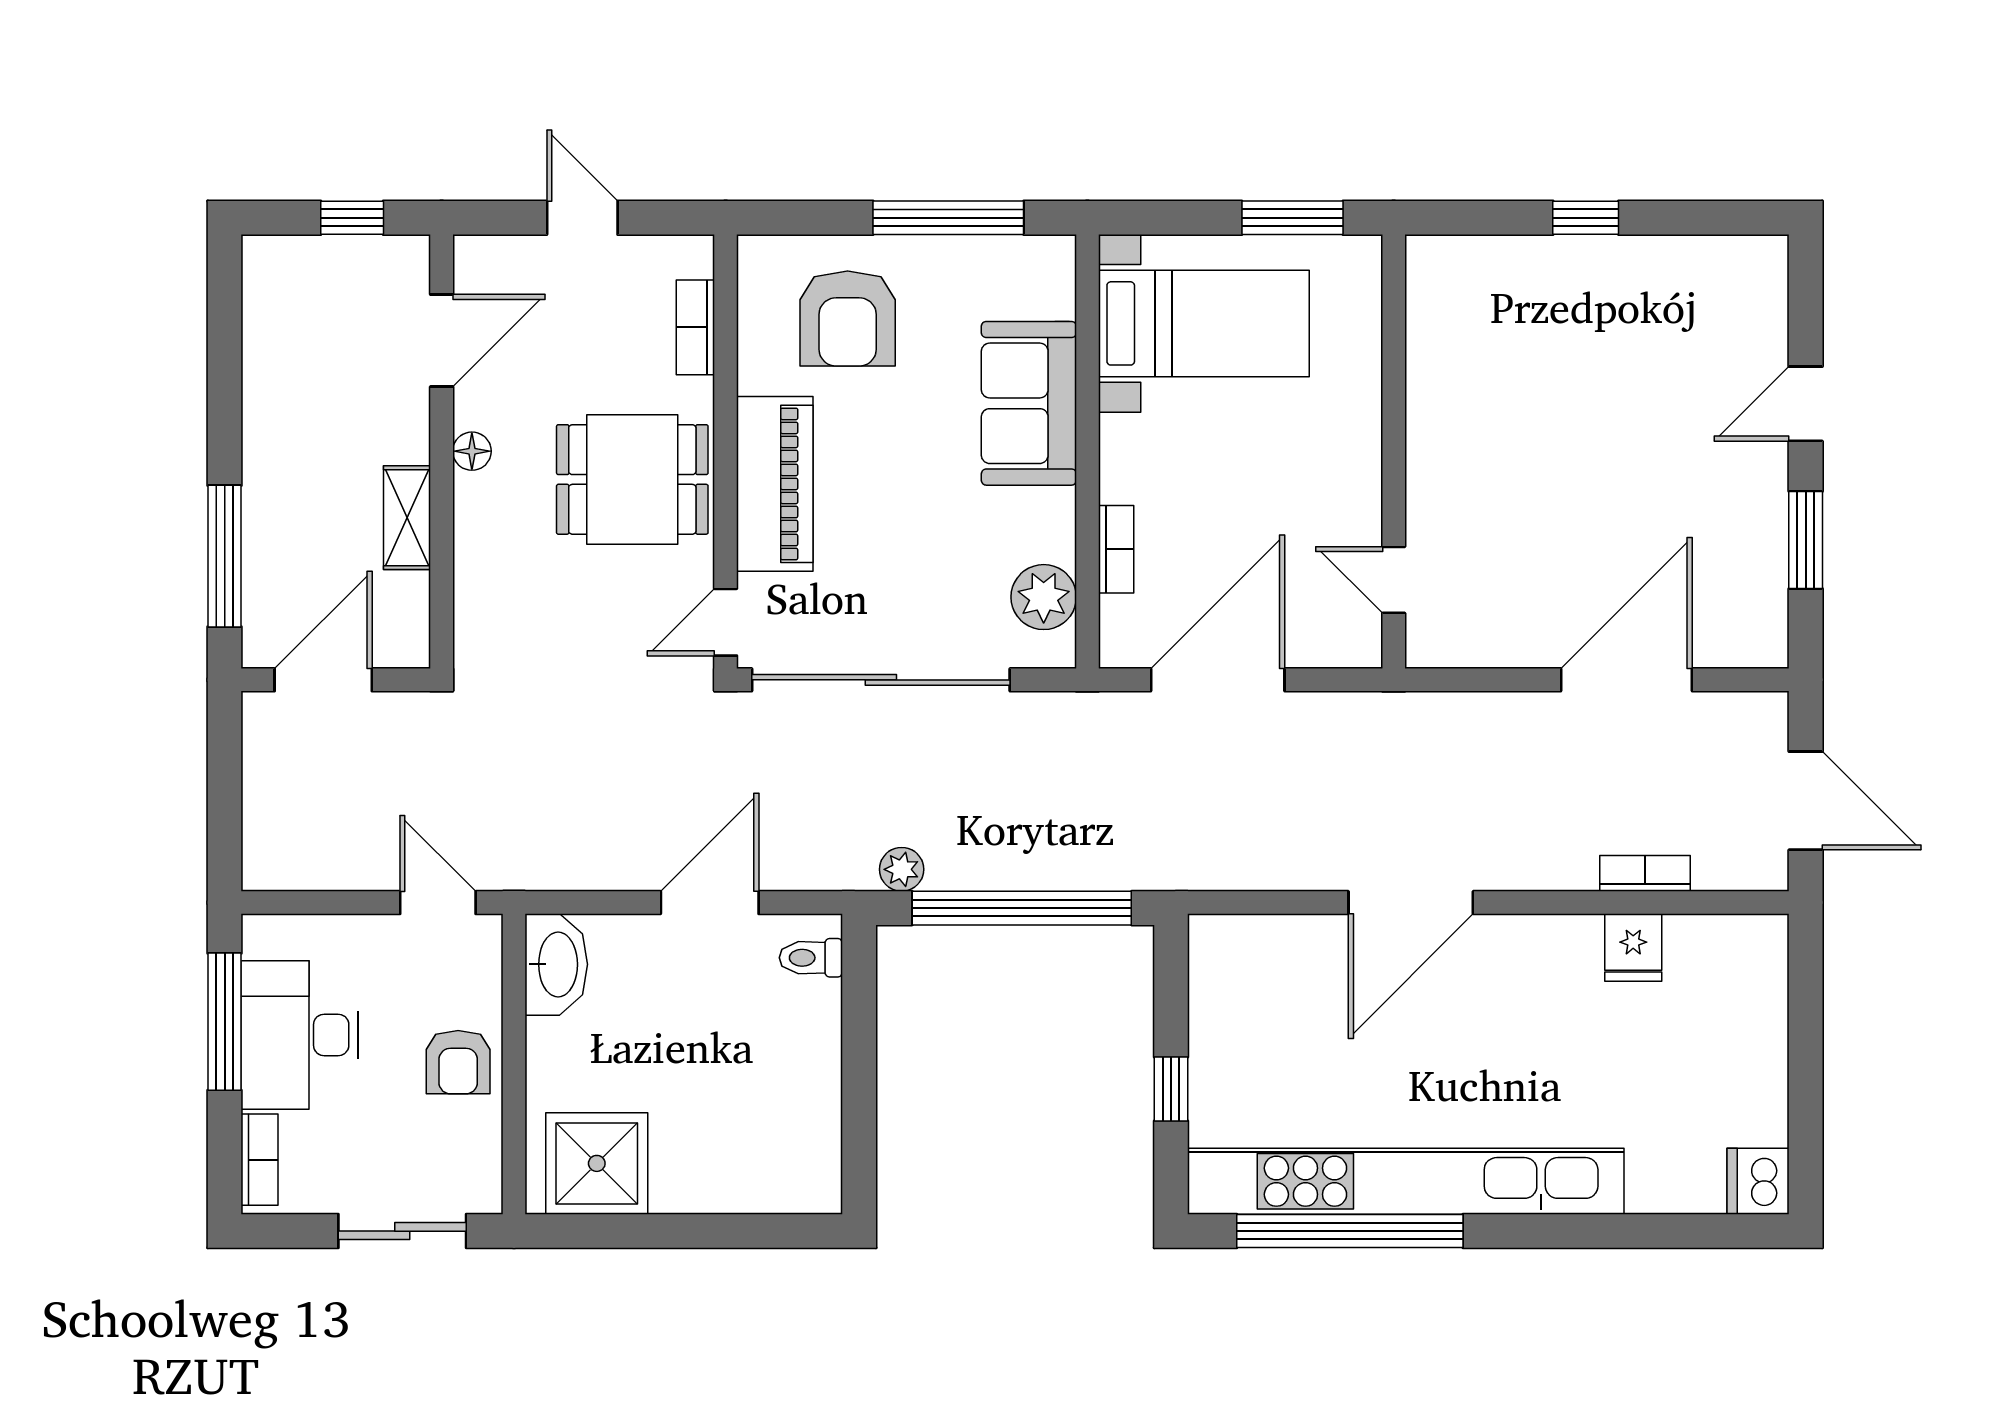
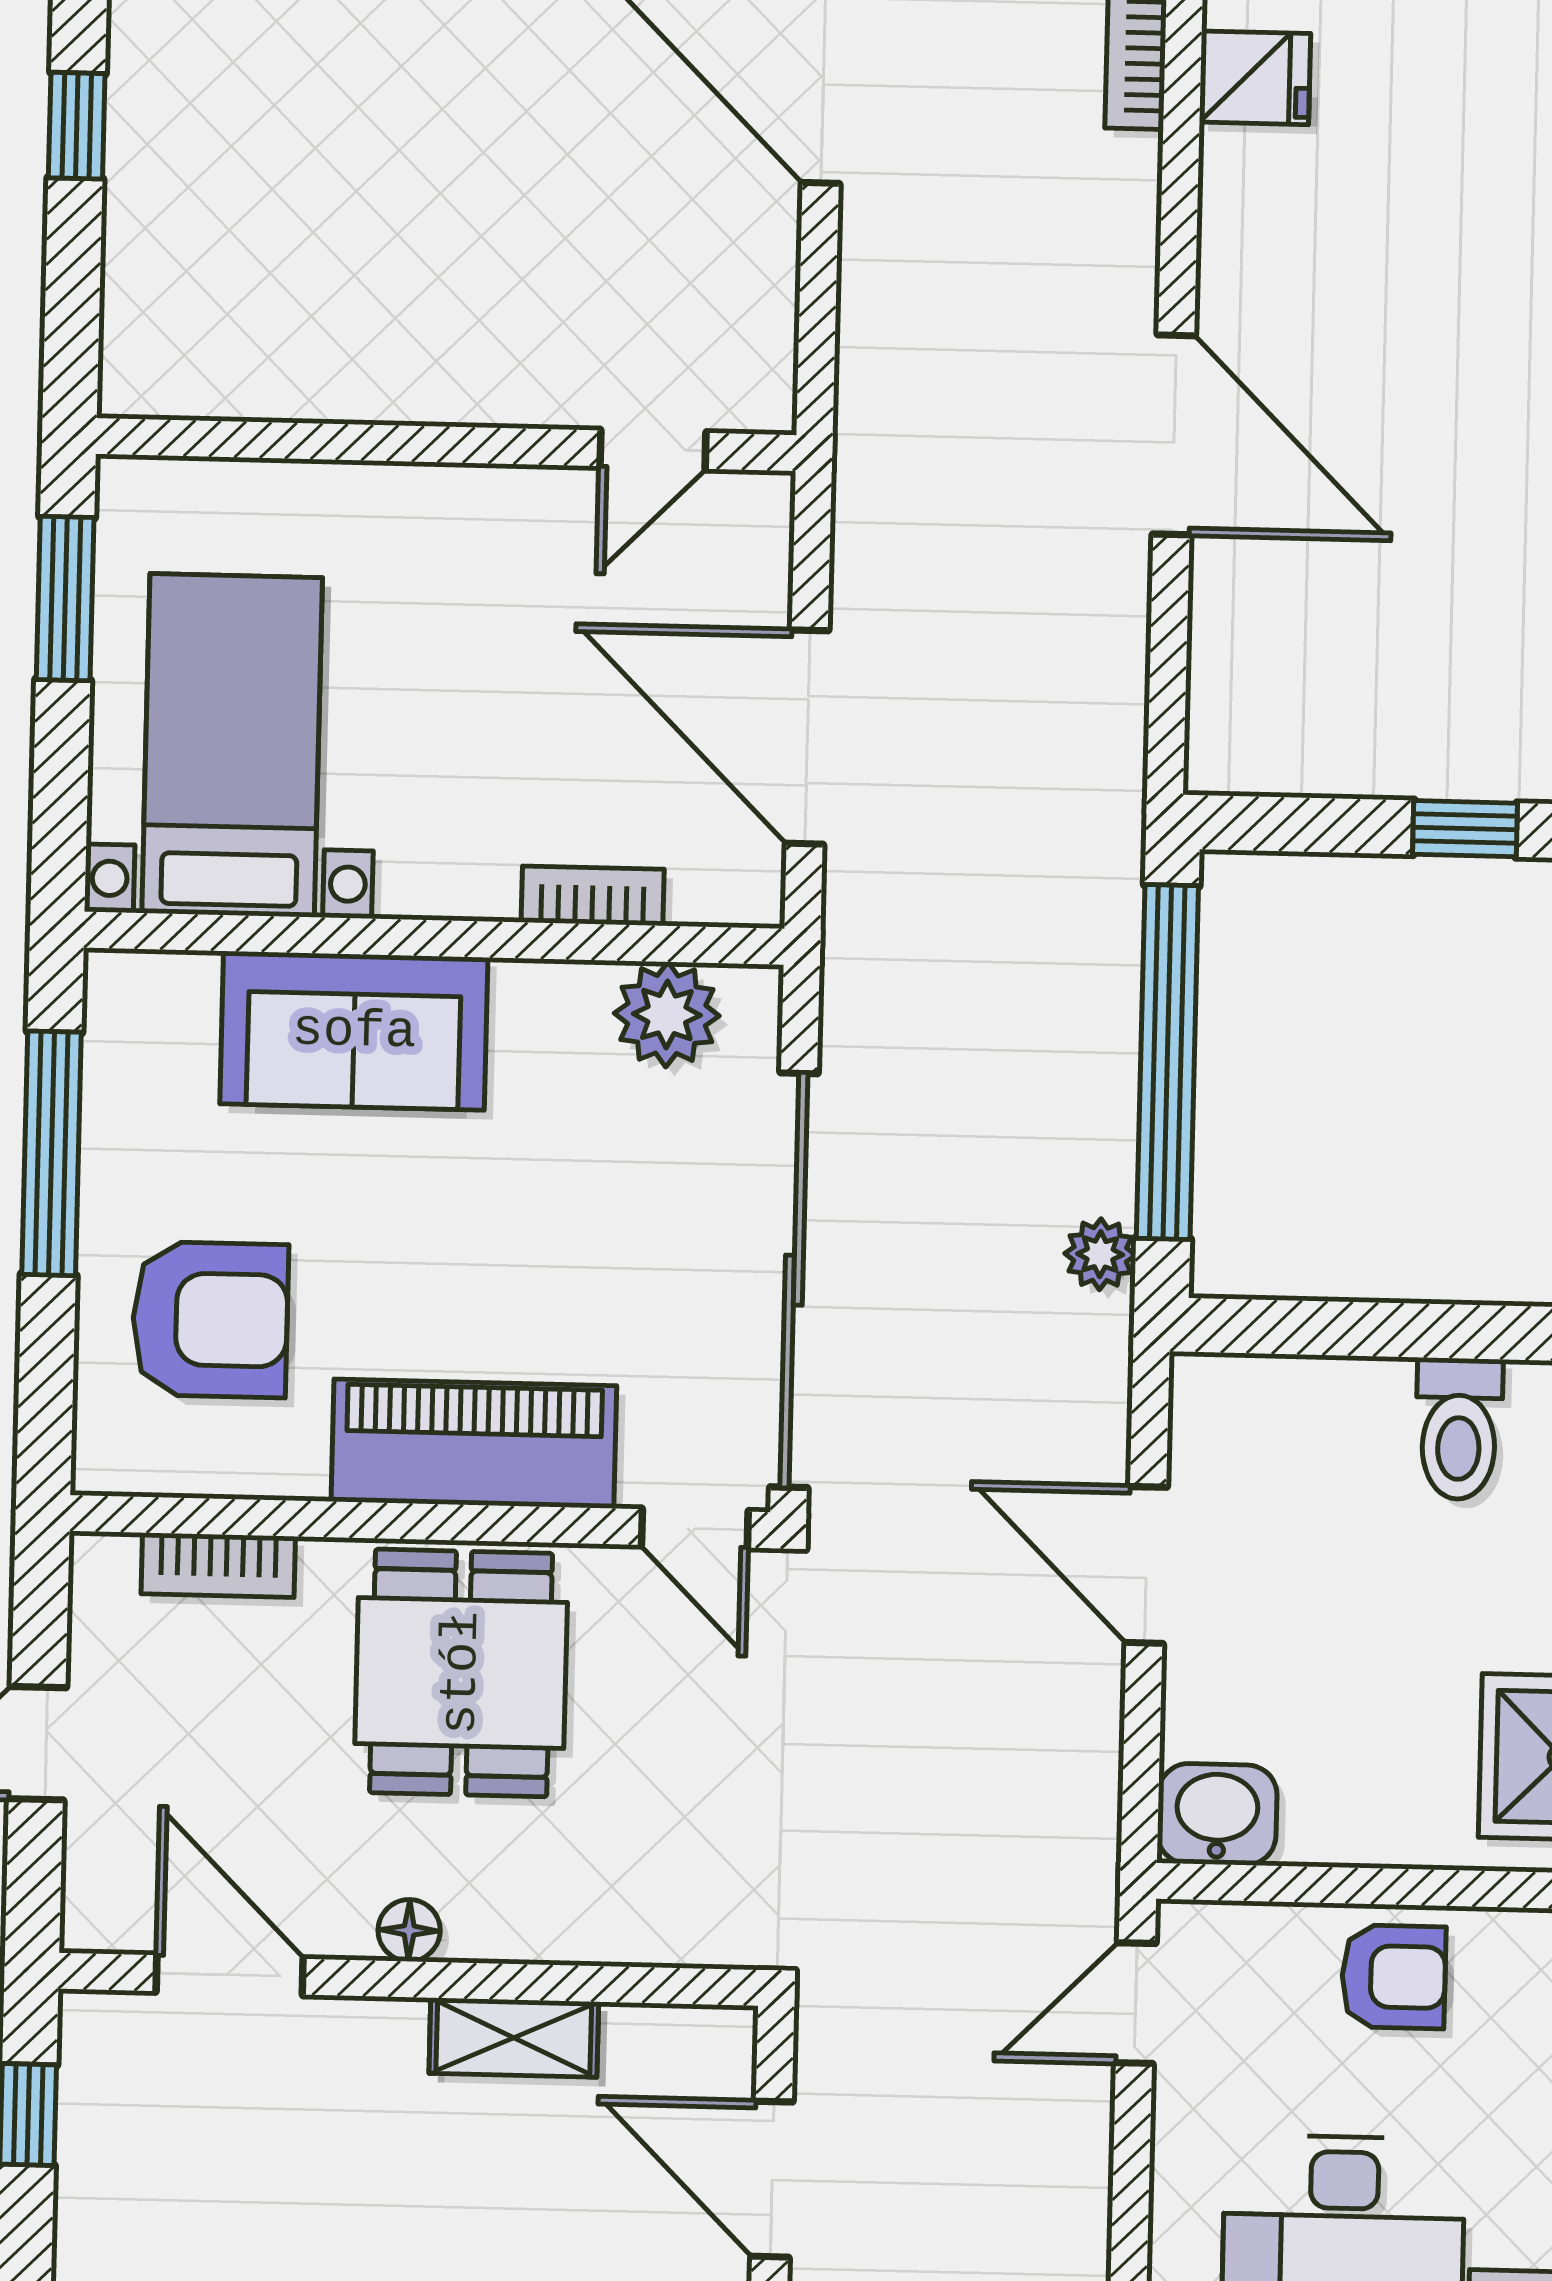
toilet: (811, 958) -> (1459, 1429), moved, width x1.37, depth x1.39
washbasin: (556, 964) -> (1217, 1814), width x0.72

